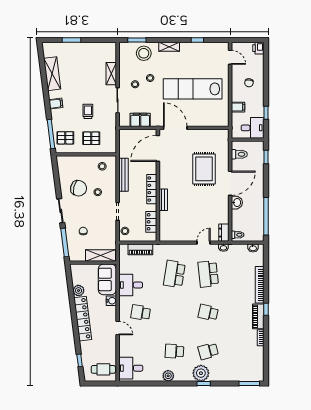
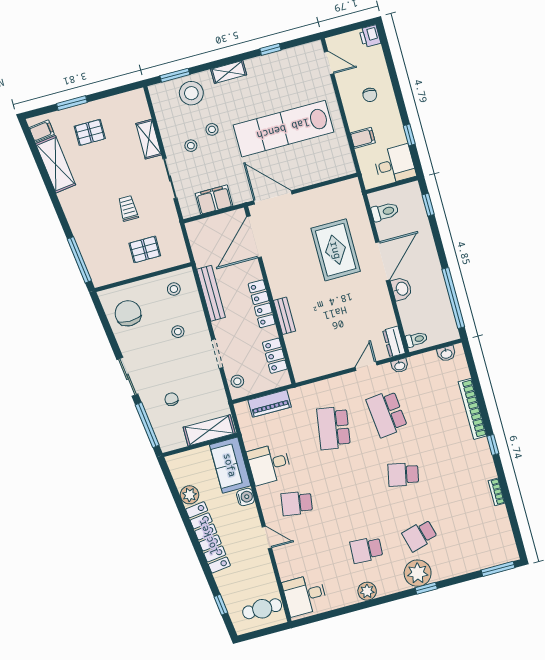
filing cabinet: (56, 104) -> (42, 131), moved
pallet: (65, 138) -> (90, 132), moved
chair: (79, 188) -> (128, 313), moved, turned -103
piano: (258, 316) -> (484, 459), removed

